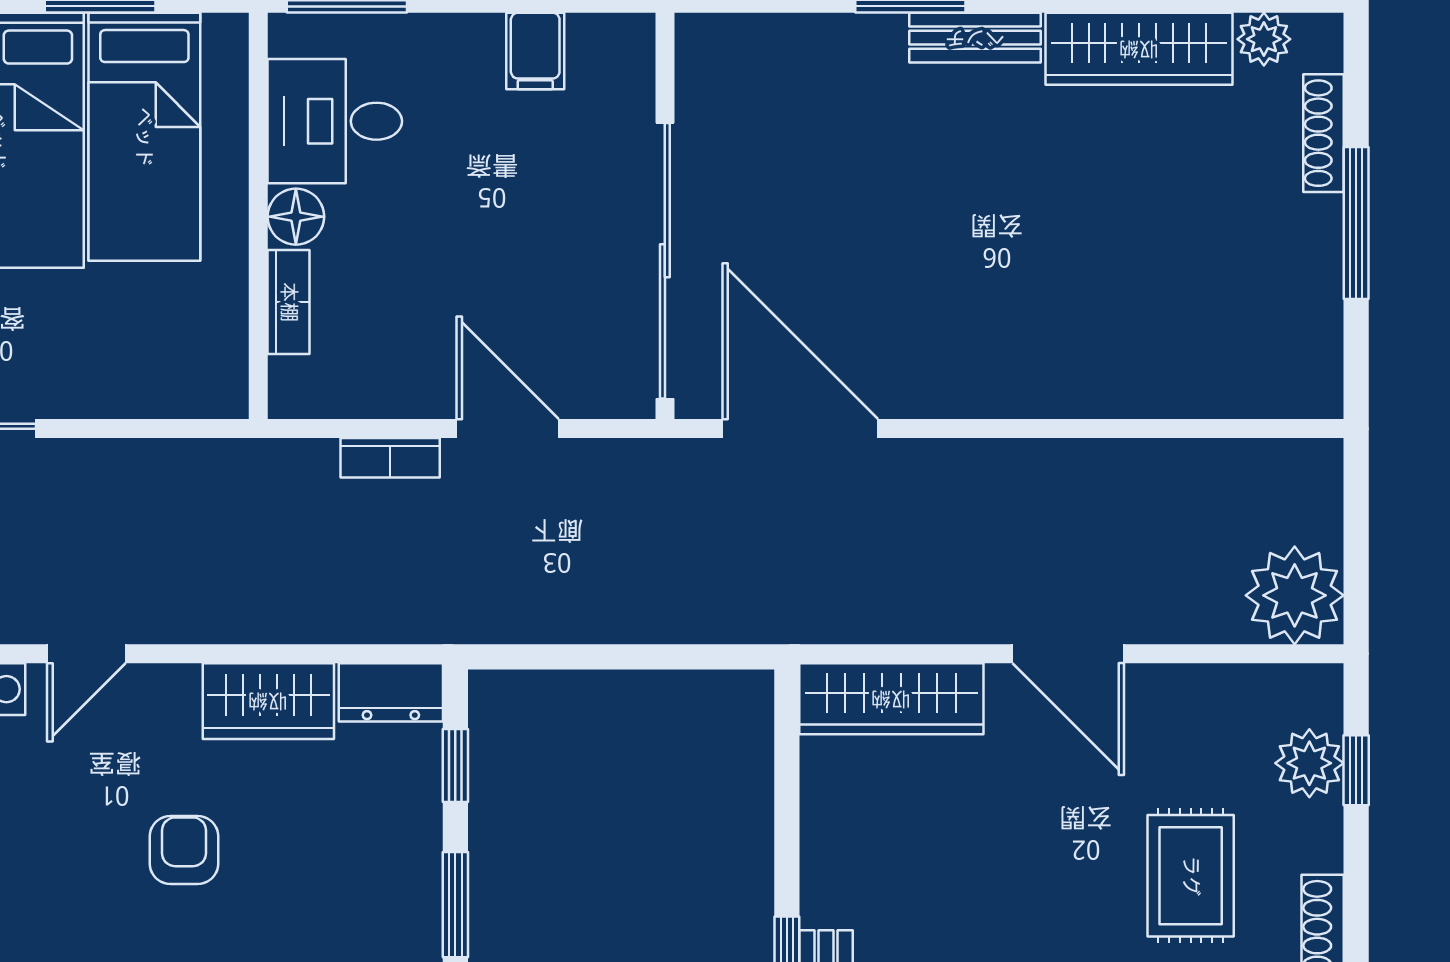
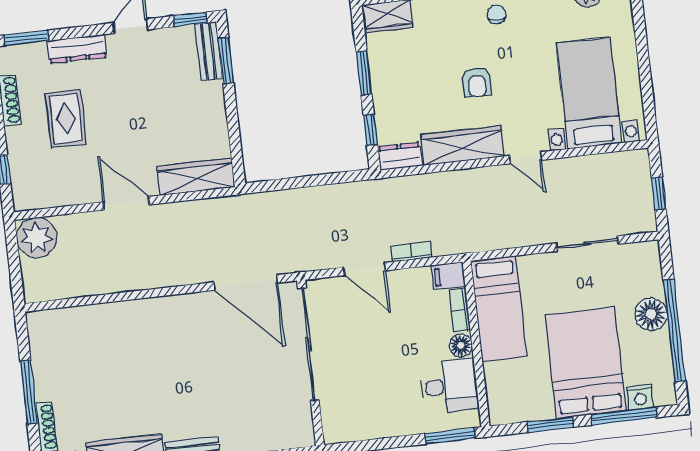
filing cabinet: (535, 51) -> (449, 276), moved, turned -90
bed: (144, 137) -> (499, 309), moved, turned 180
door: (86, 654) -> (526, 158), swing flipped
wardrobe: (268, 701) -> (463, 145), width x1.50
plant: (1309, 763) -> (23, 170), removed

